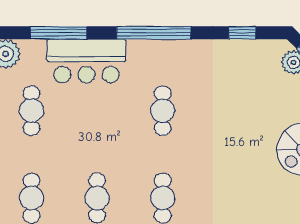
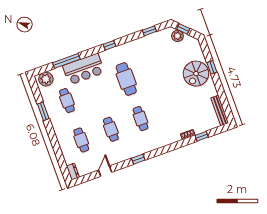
window: (154, 33) -> (109, 45), width x0.32
cafe table: (163, 111) -> (126, 79), width x1.37, depth x1.35

